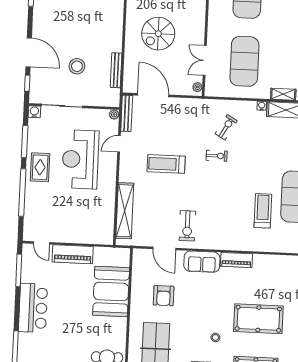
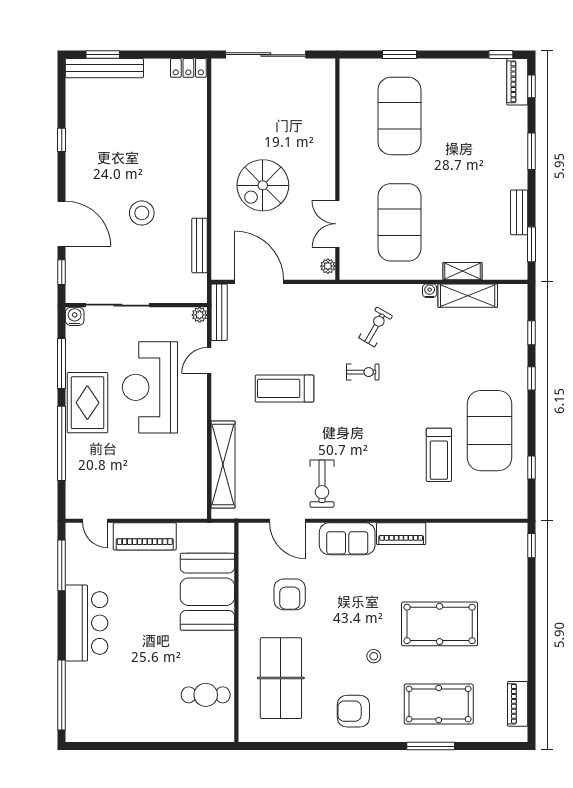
stool: (77, 66) -> (142, 213), moved
rug: (40, 167) -> (87, 403), width x1.36, depth x1.43
treadmill: (263, 211) -> (439, 455), turned 180

